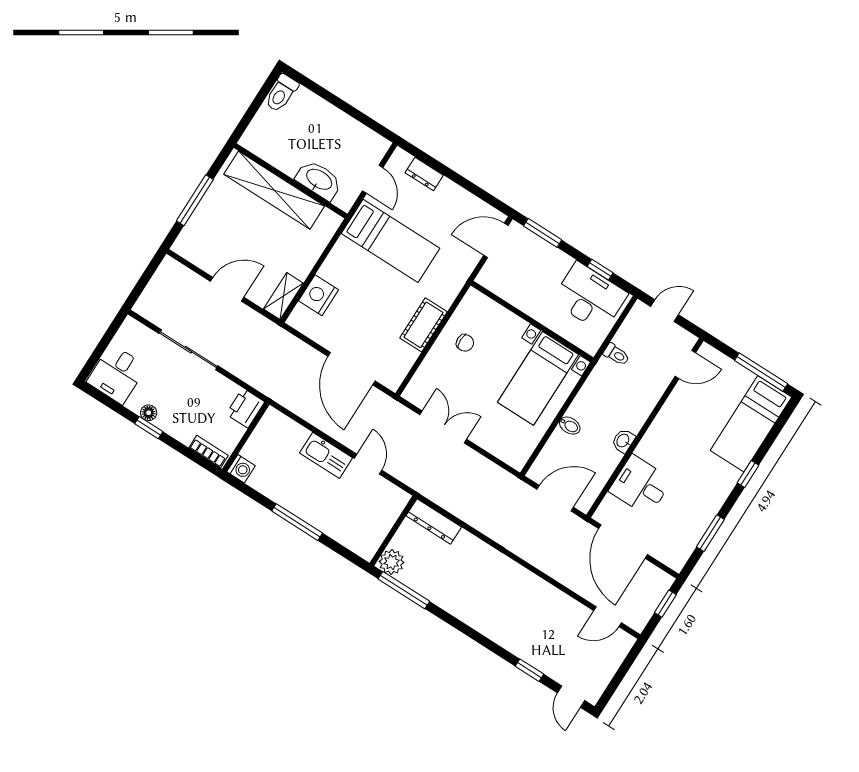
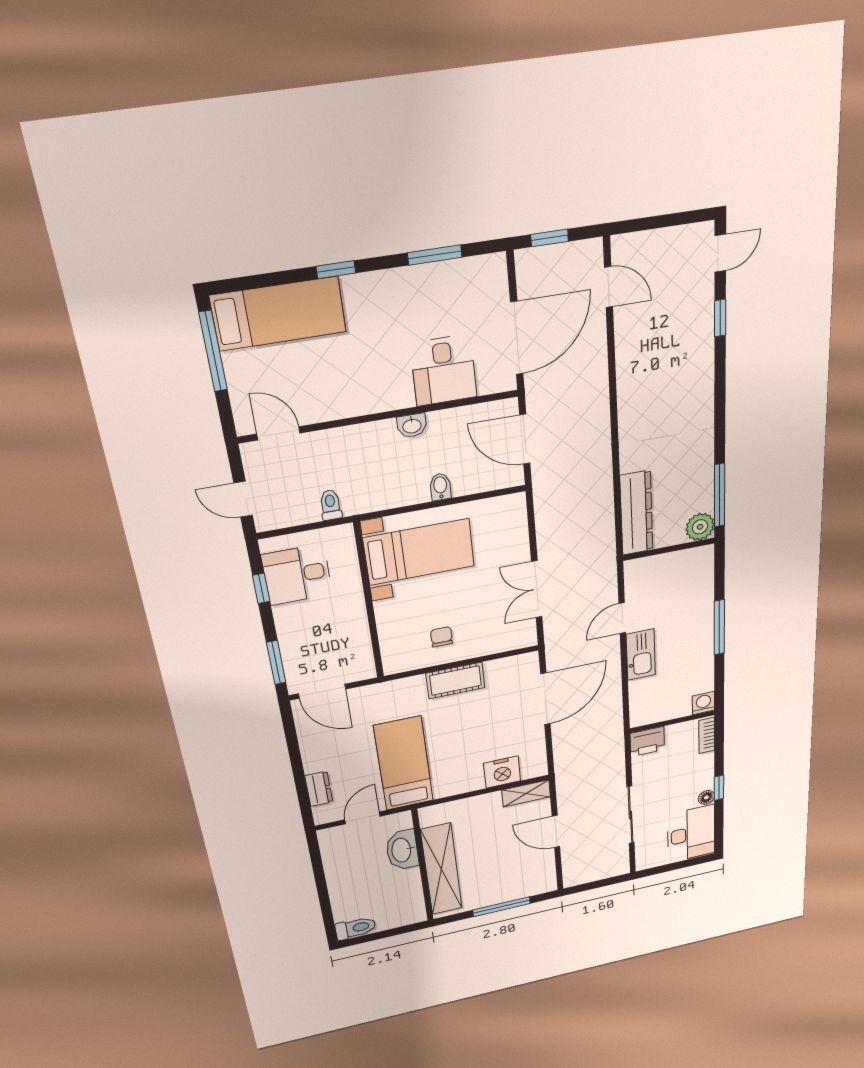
desk: (590, 297) -> (297, 575), width x0.73
desk: (117, 374) -> (691, 834), width x1.37
dresser: (434, 521) -> (636, 513), width x1.37, depth x1.24

